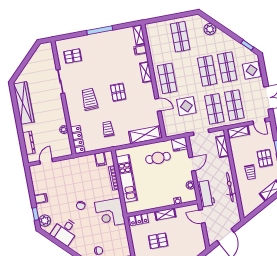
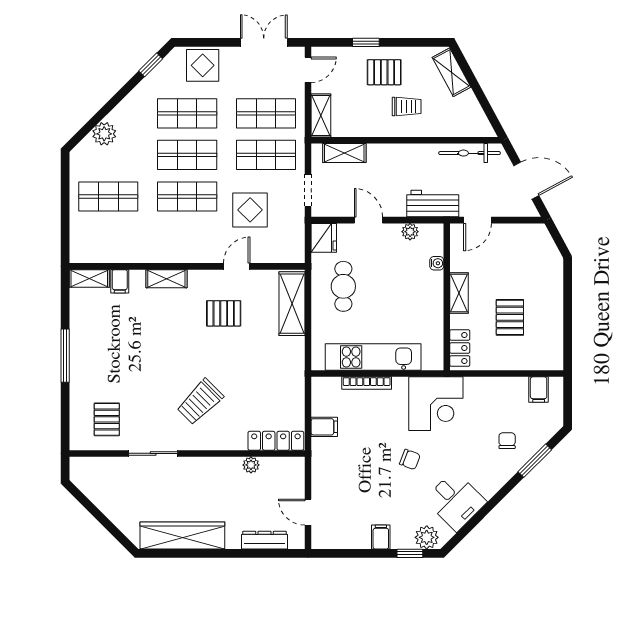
shop shelf: (167, 78) -> (187, 196), moved
pallet: (118, 92) -> (224, 313), moved
trolley: (90, 99) -> (200, 402), turned -43
trolley: (108, 129) -> (267, 376), removed
filing cabinet: (100, 159) -> (324, 427), moved
bicycle: (230, 187) -> (470, 153), moved

